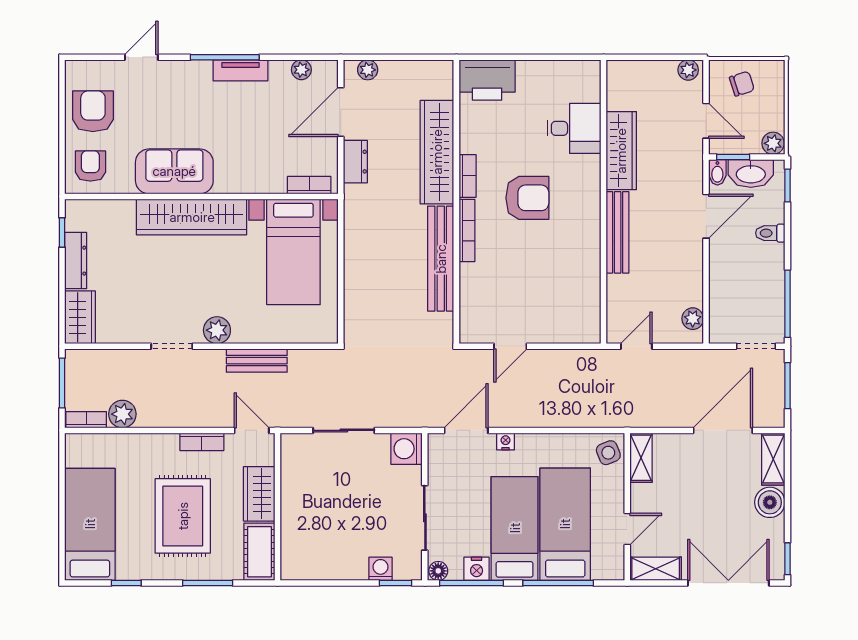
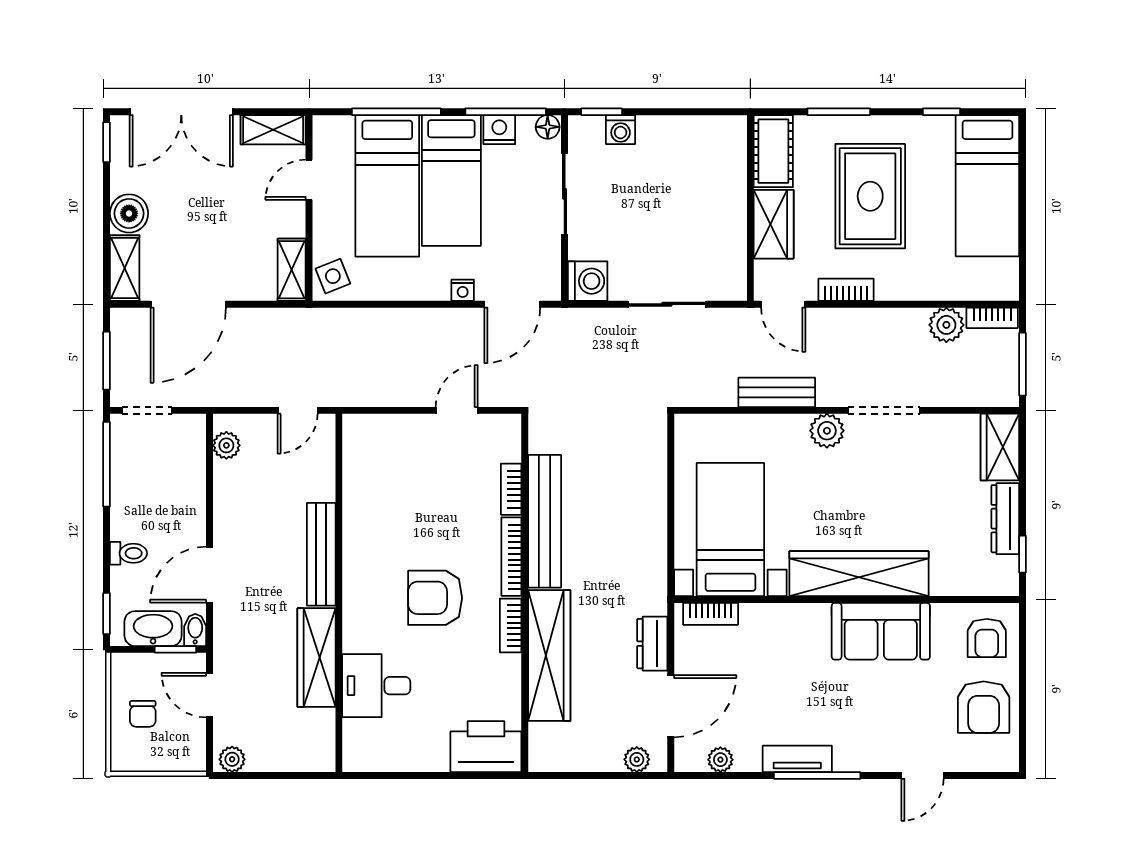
chair: (742, 84) -> (143, 714), moved, turned -72
plant: (773, 143) -> (125, 667), removed
bookcase: (467, 284) -> (511, 489), added
doorway: (172, 346) -> (884, 410), width x1.38

